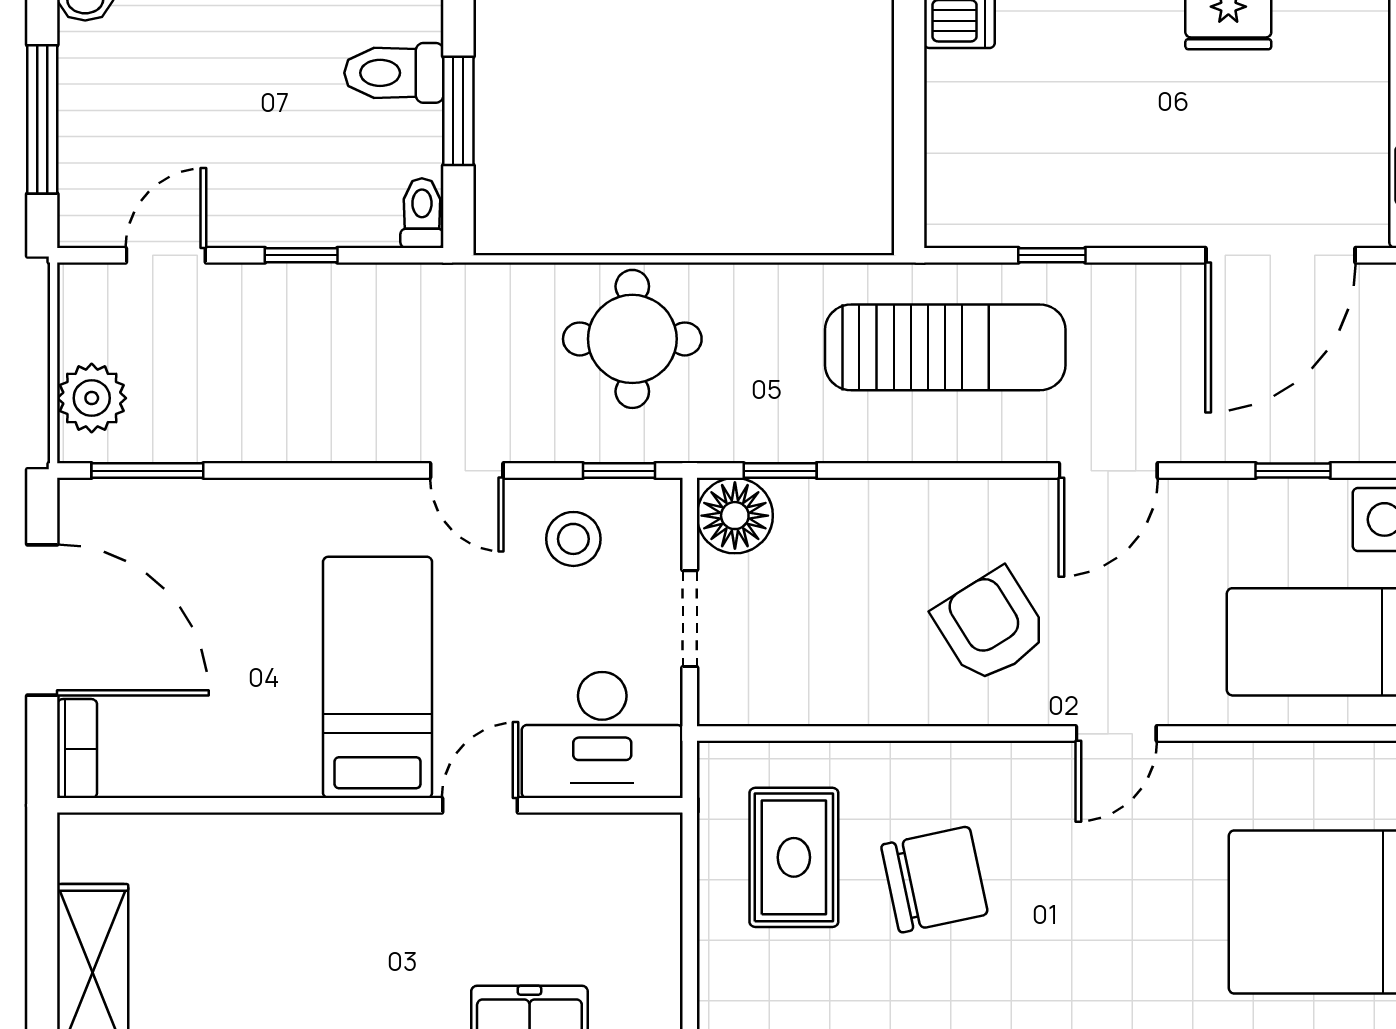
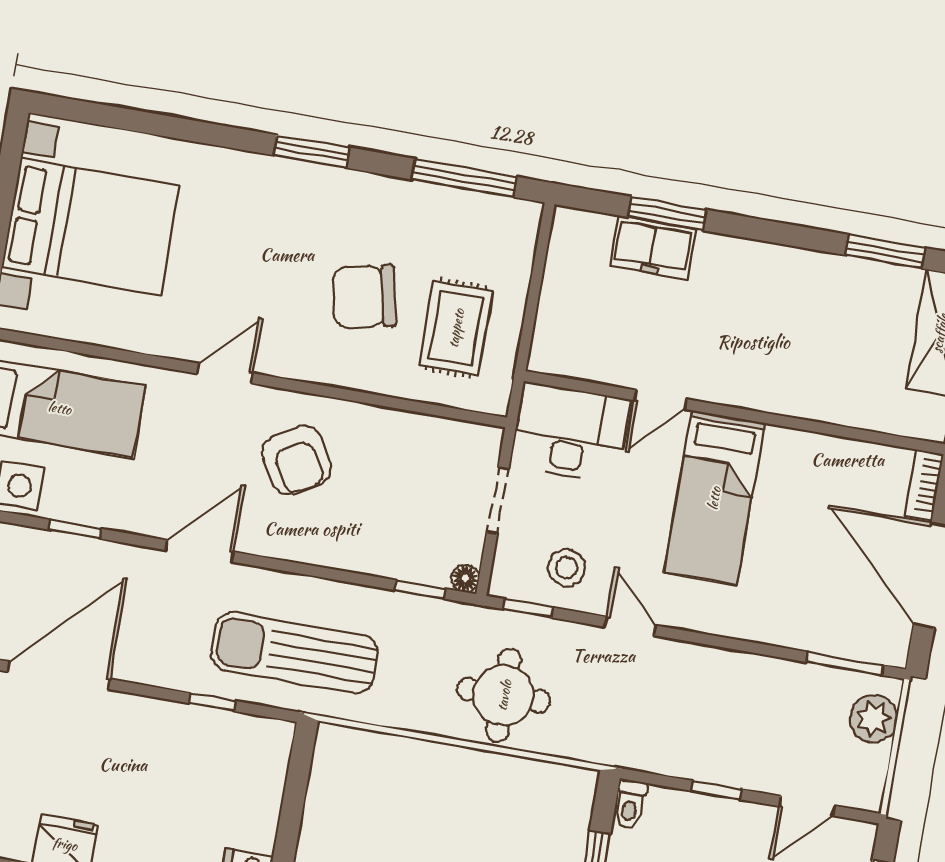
floor lamp: (735, 516) -> (465, 578), width x0.53, depth x0.53

